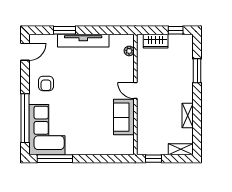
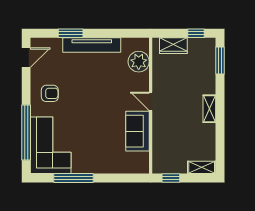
plant: (129, 51) -> (139, 62), width x1.88, depth x1.88
window: (197, 71) -> (220, 61), moved
armchair: (46, 83) -> (50, 93), turned -90
shelving: (188, 116) -> (209, 109), moved
window: (55, 159) -> (74, 178), moved

